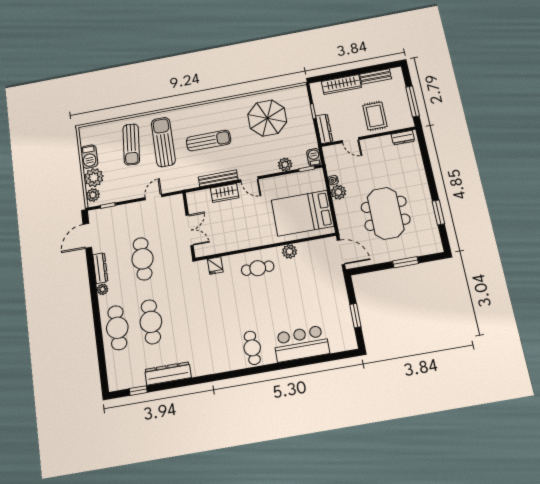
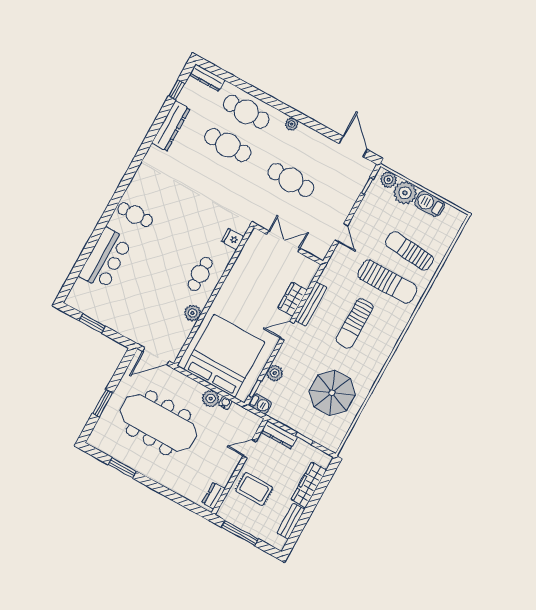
bed: (303, 213) -> (224, 356), width x1.36
meeting table: (386, 213) -> (158, 423), width x1.36
double door: (190, 230) -> (283, 241), swing flipped
dresser: (100, 268) -> (207, 78), moved

